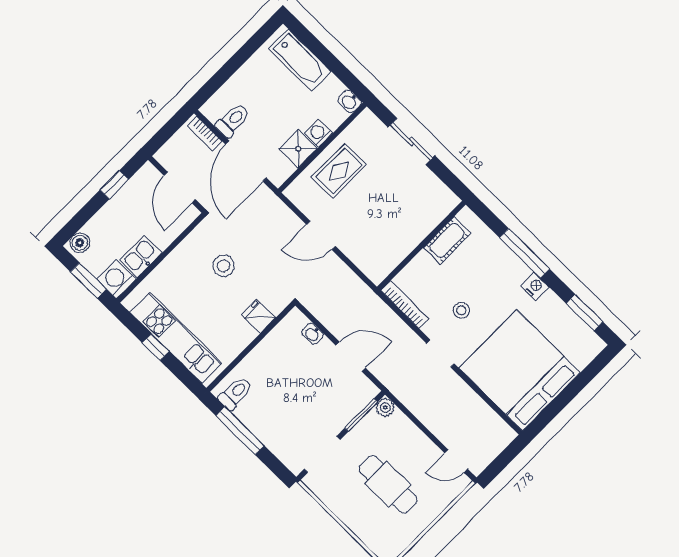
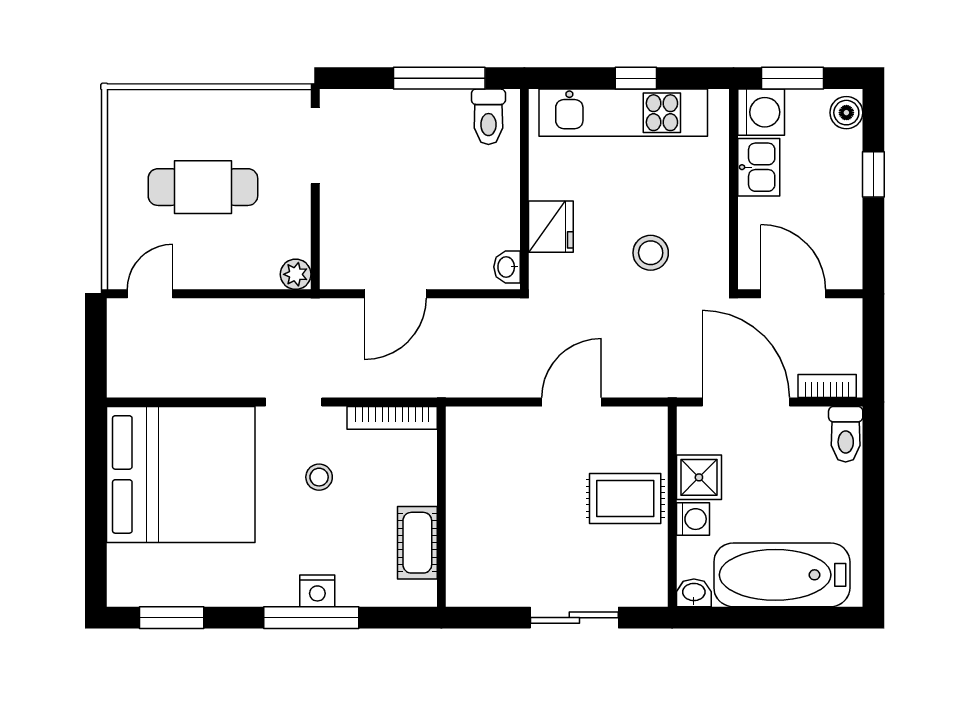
bathtub: (300, 60) -> (782, 575), width x1.36, depth x1.36
toilet: (233, 120) -> (846, 434), moved
rug: (339, 171) -> (625, 499), turned 90
window: (114, 185) -> (873, 174), moved
nightstand: (535, 286) -> (317, 591), moved
fridge: (258, 316) -> (551, 227), width x1.38
washbasin: (313, 334) -> (507, 267), moved, turned -90
window: (361, 415) -> (315, 237), removed

